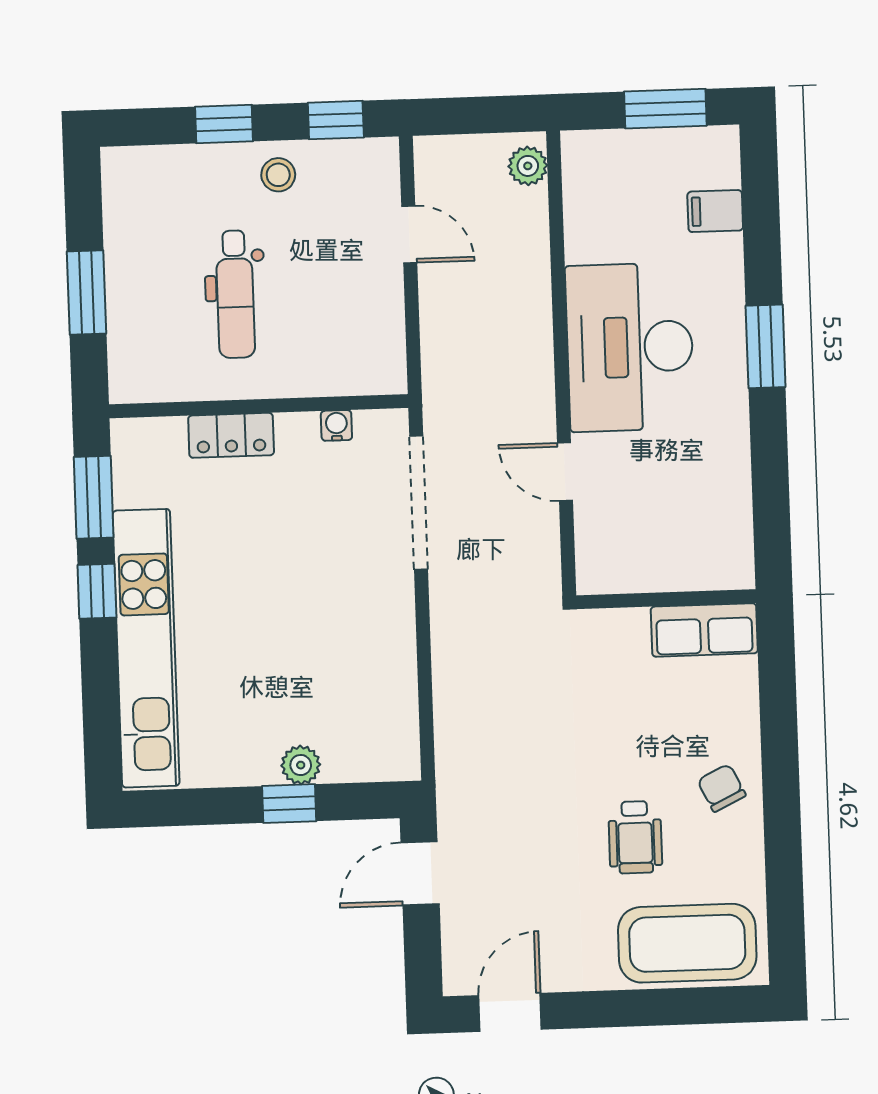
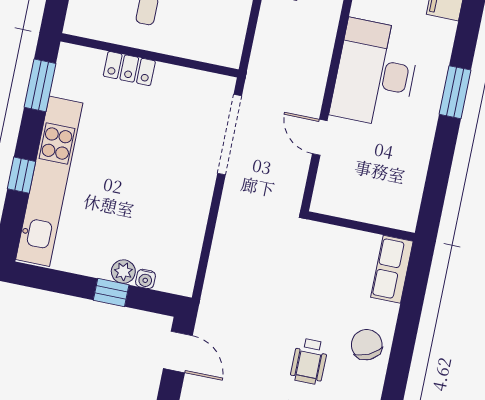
water cooler: (336, 425) -> (145, 279), moved, turned 180
window: (97, 591) -> (22, 175), moved
row of seats: (704, 630) -> (392, 269), moved, turned 90
chair: (722, 788) -> (367, 345), width x1.37, depth x1.37
door: (420, 873) -> (178, 352), swing flipped

